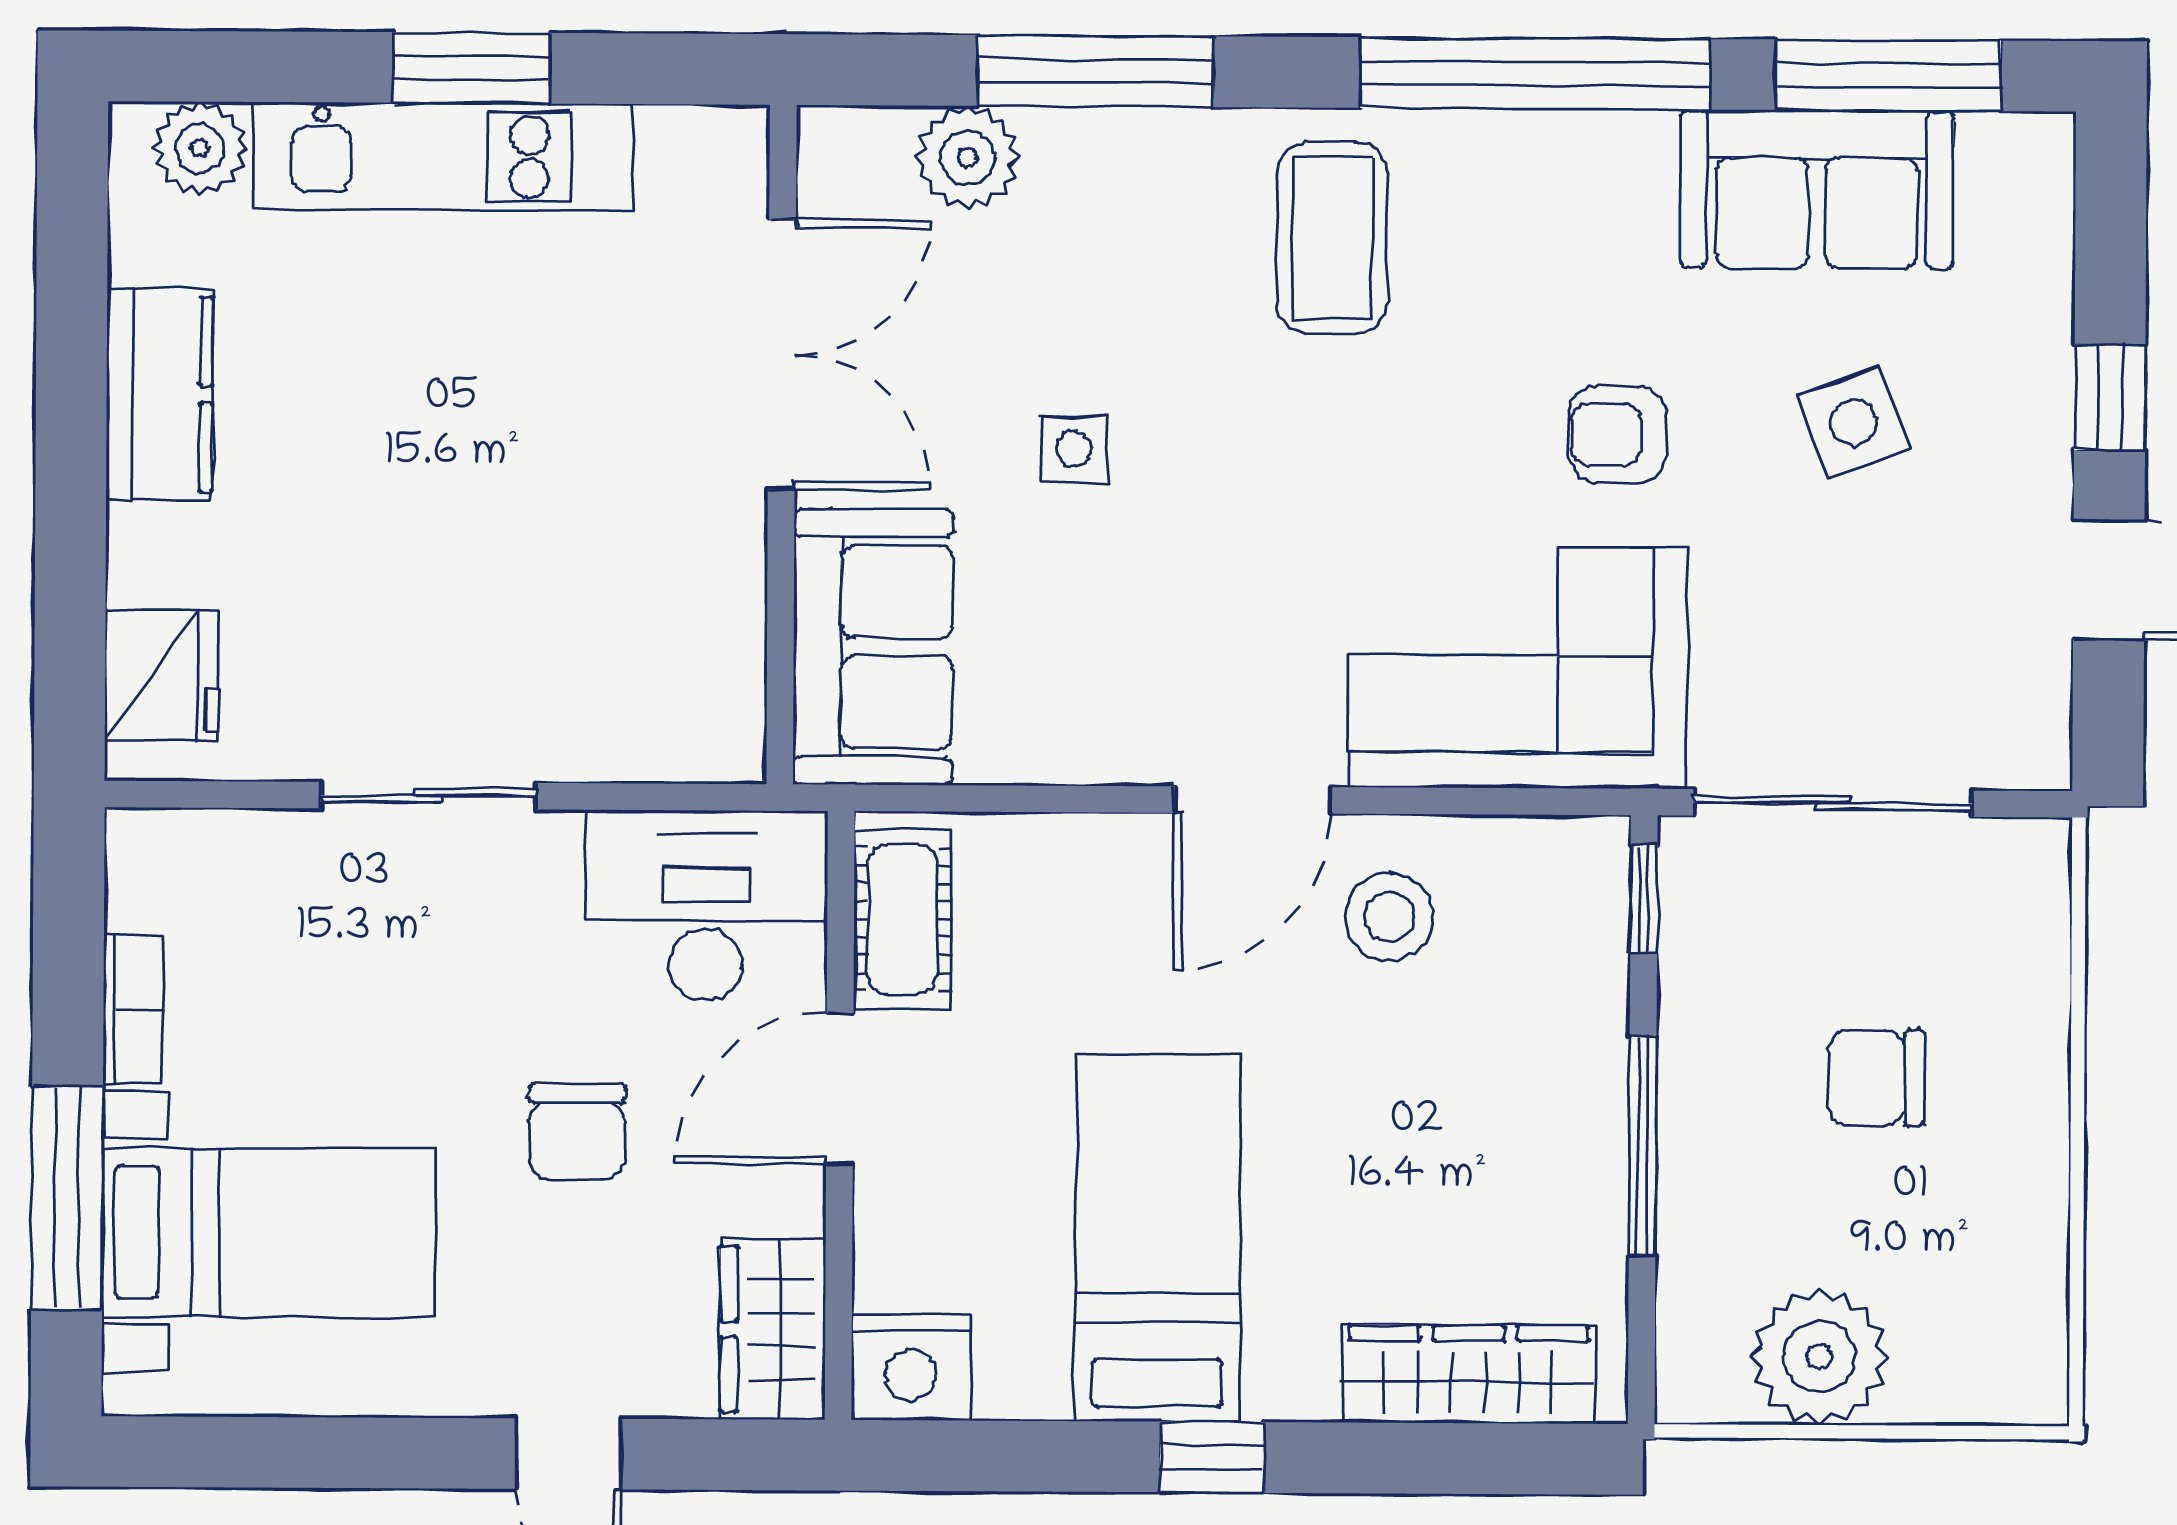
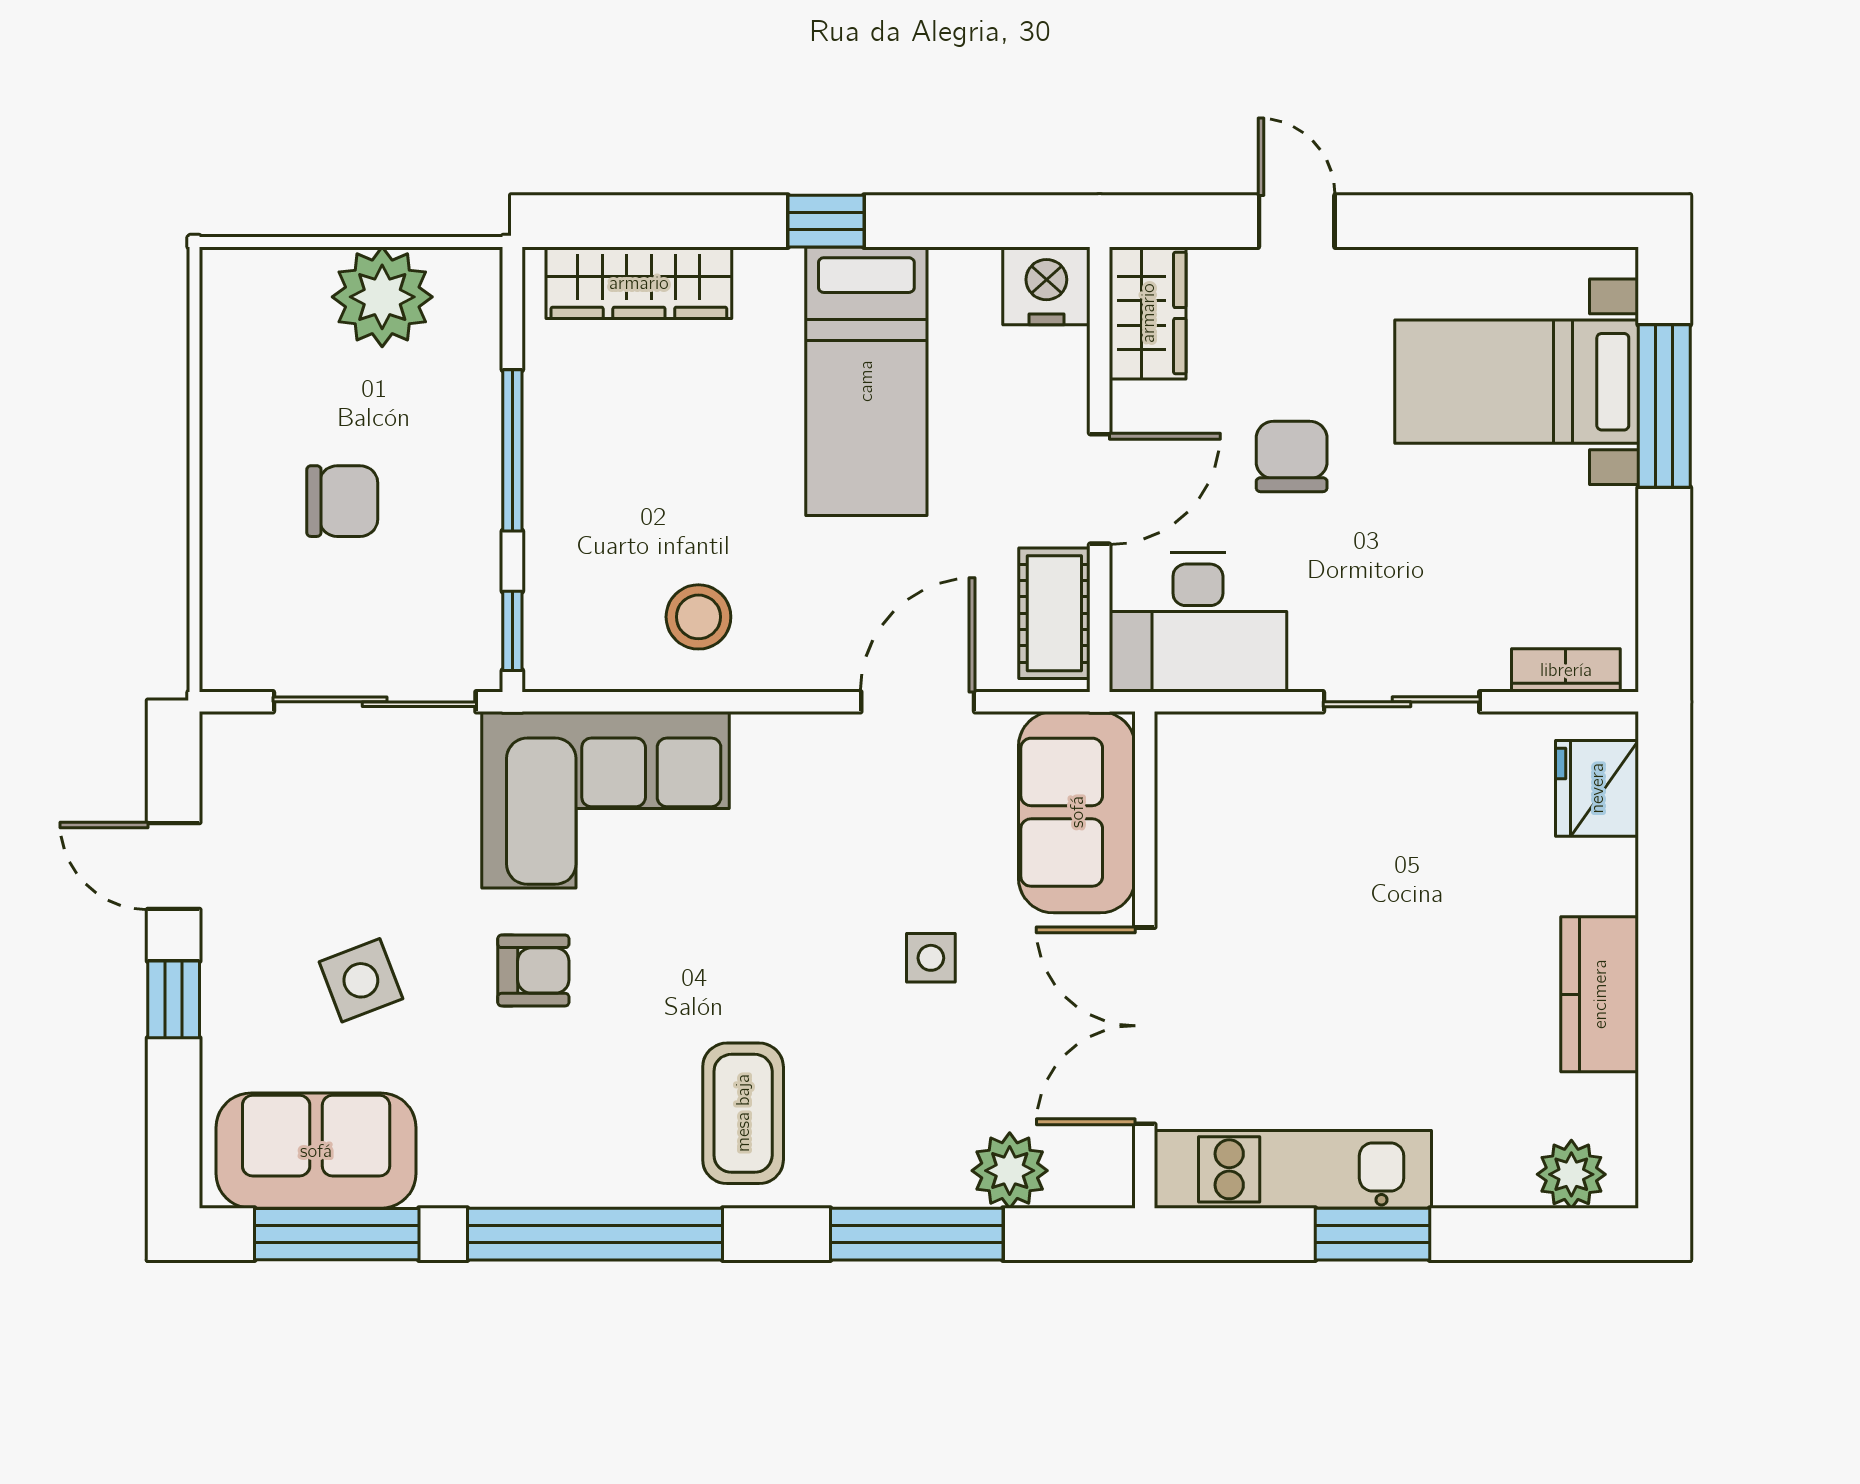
kitchen unit: (443, 156) -> (1293, 1169), moved
sofa: (1817, 189) -> (316, 1151), moved
door: (1252, 800) -> (918, 702), moved
bookcase: (133, 1010) -> (1566, 670), moved, turned 90

